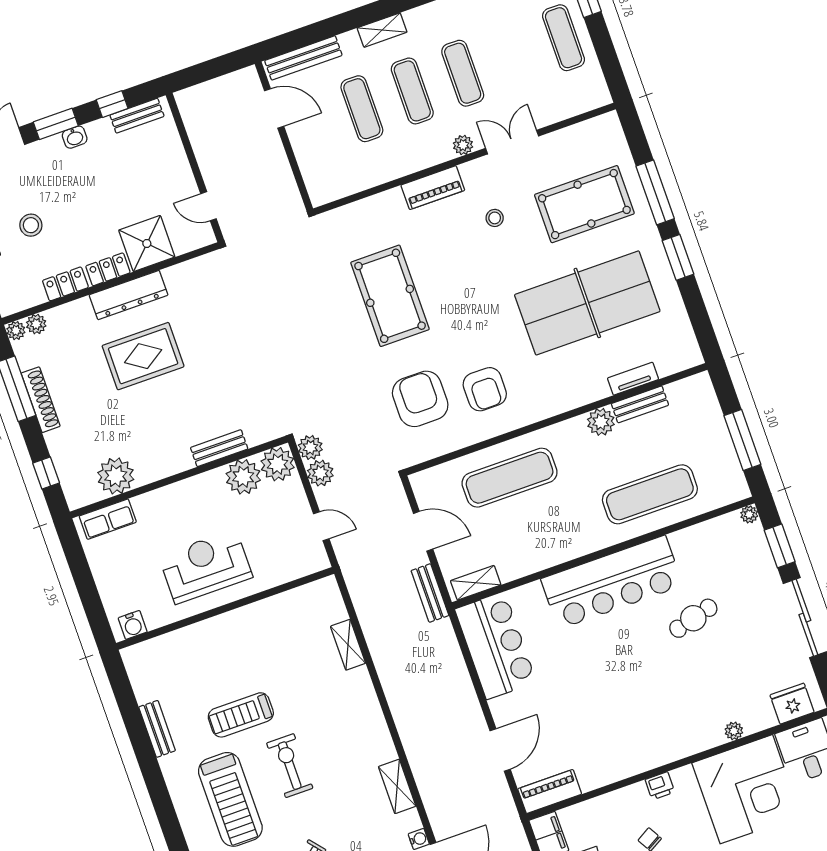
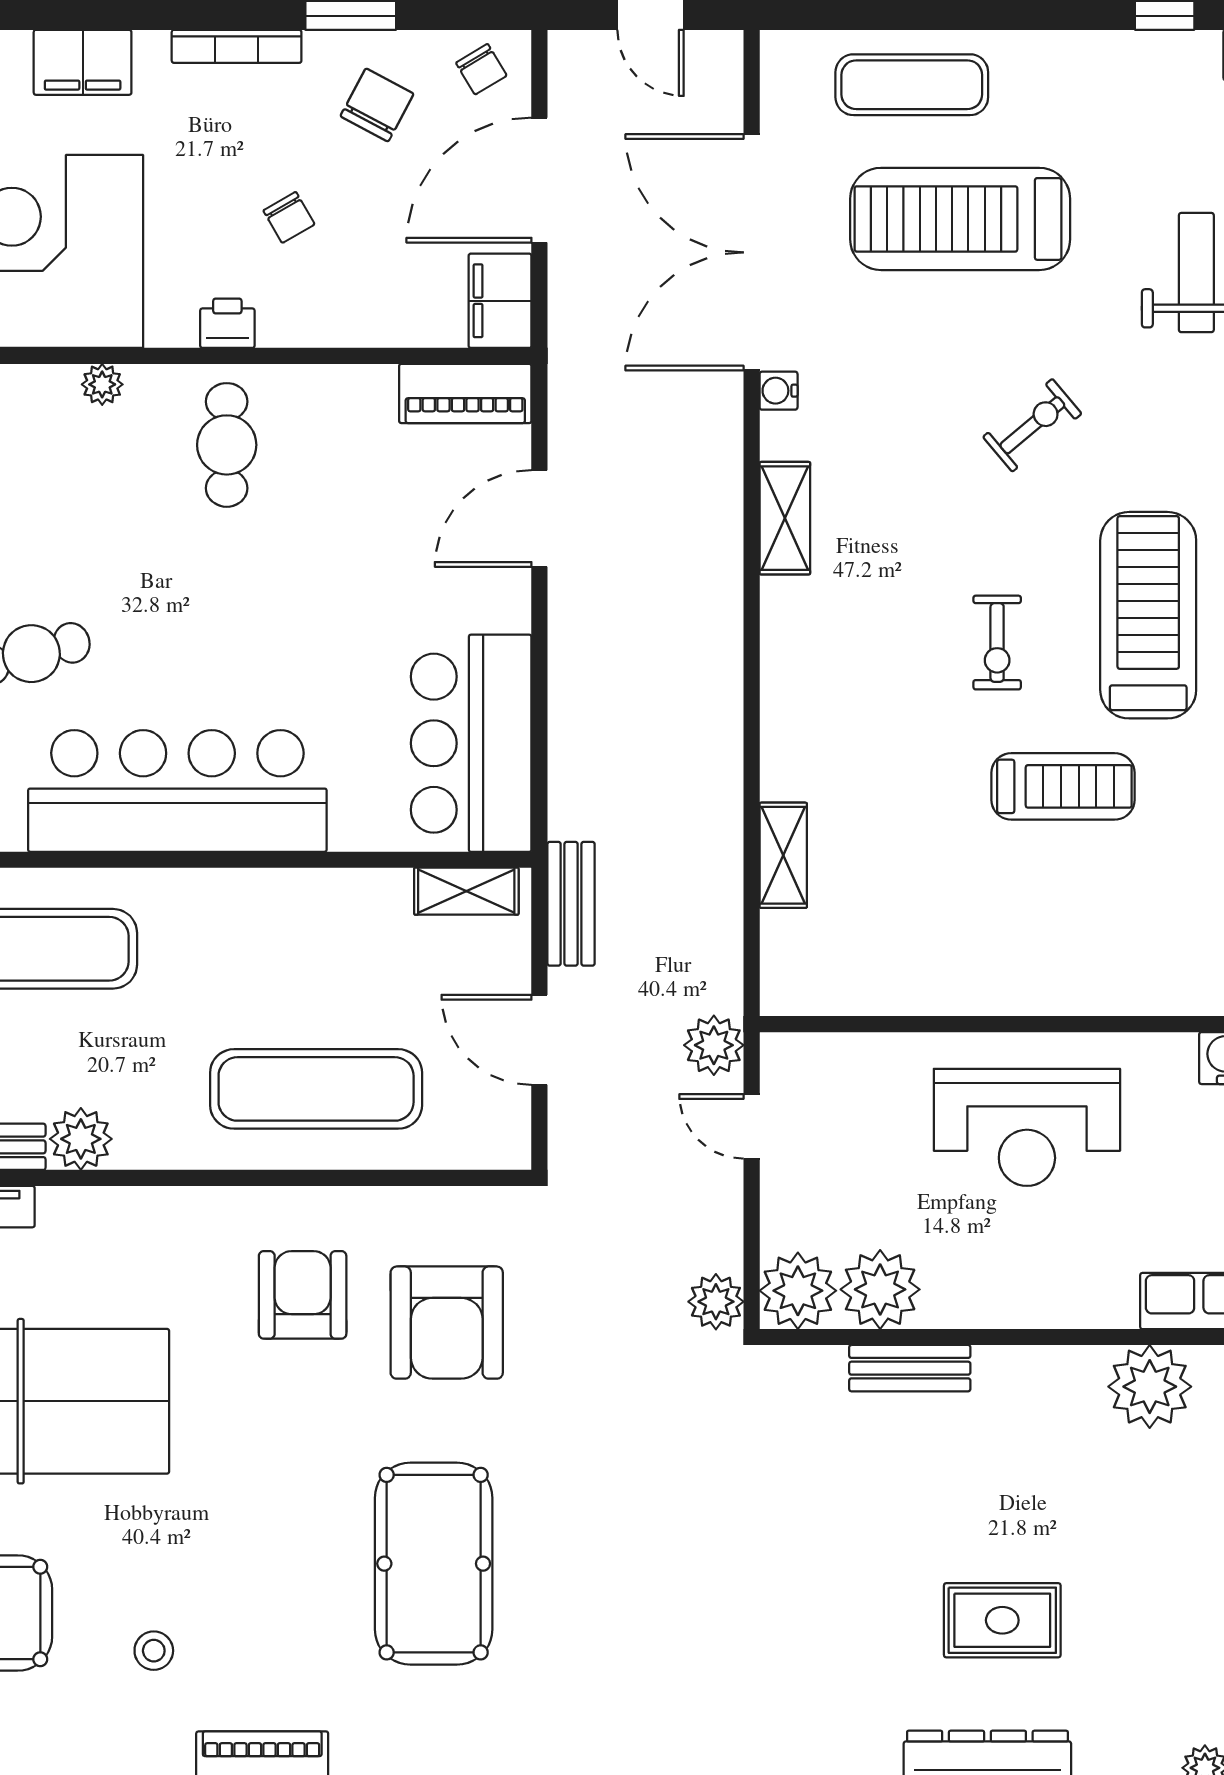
rug: (143, 356) -> (1002, 1620), width x0.73, depth x0.70
plant: (320, 473) -> (714, 1045), moved
plant: (734, 731) -> (102, 384), moved
cafe table: (642, 735) -> (227, 445), added
exercise bike: (290, 766) -> (997, 643), width x0.73, depth x0.72

